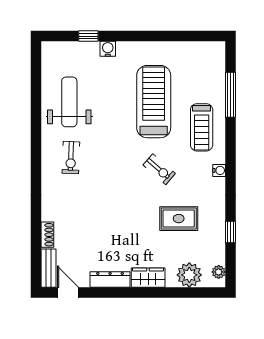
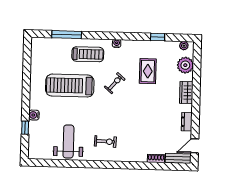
weight bench: (69, 102) -> (68, 141), turned 90
dresser: (110, 280) -> (187, 122), width x0.70

